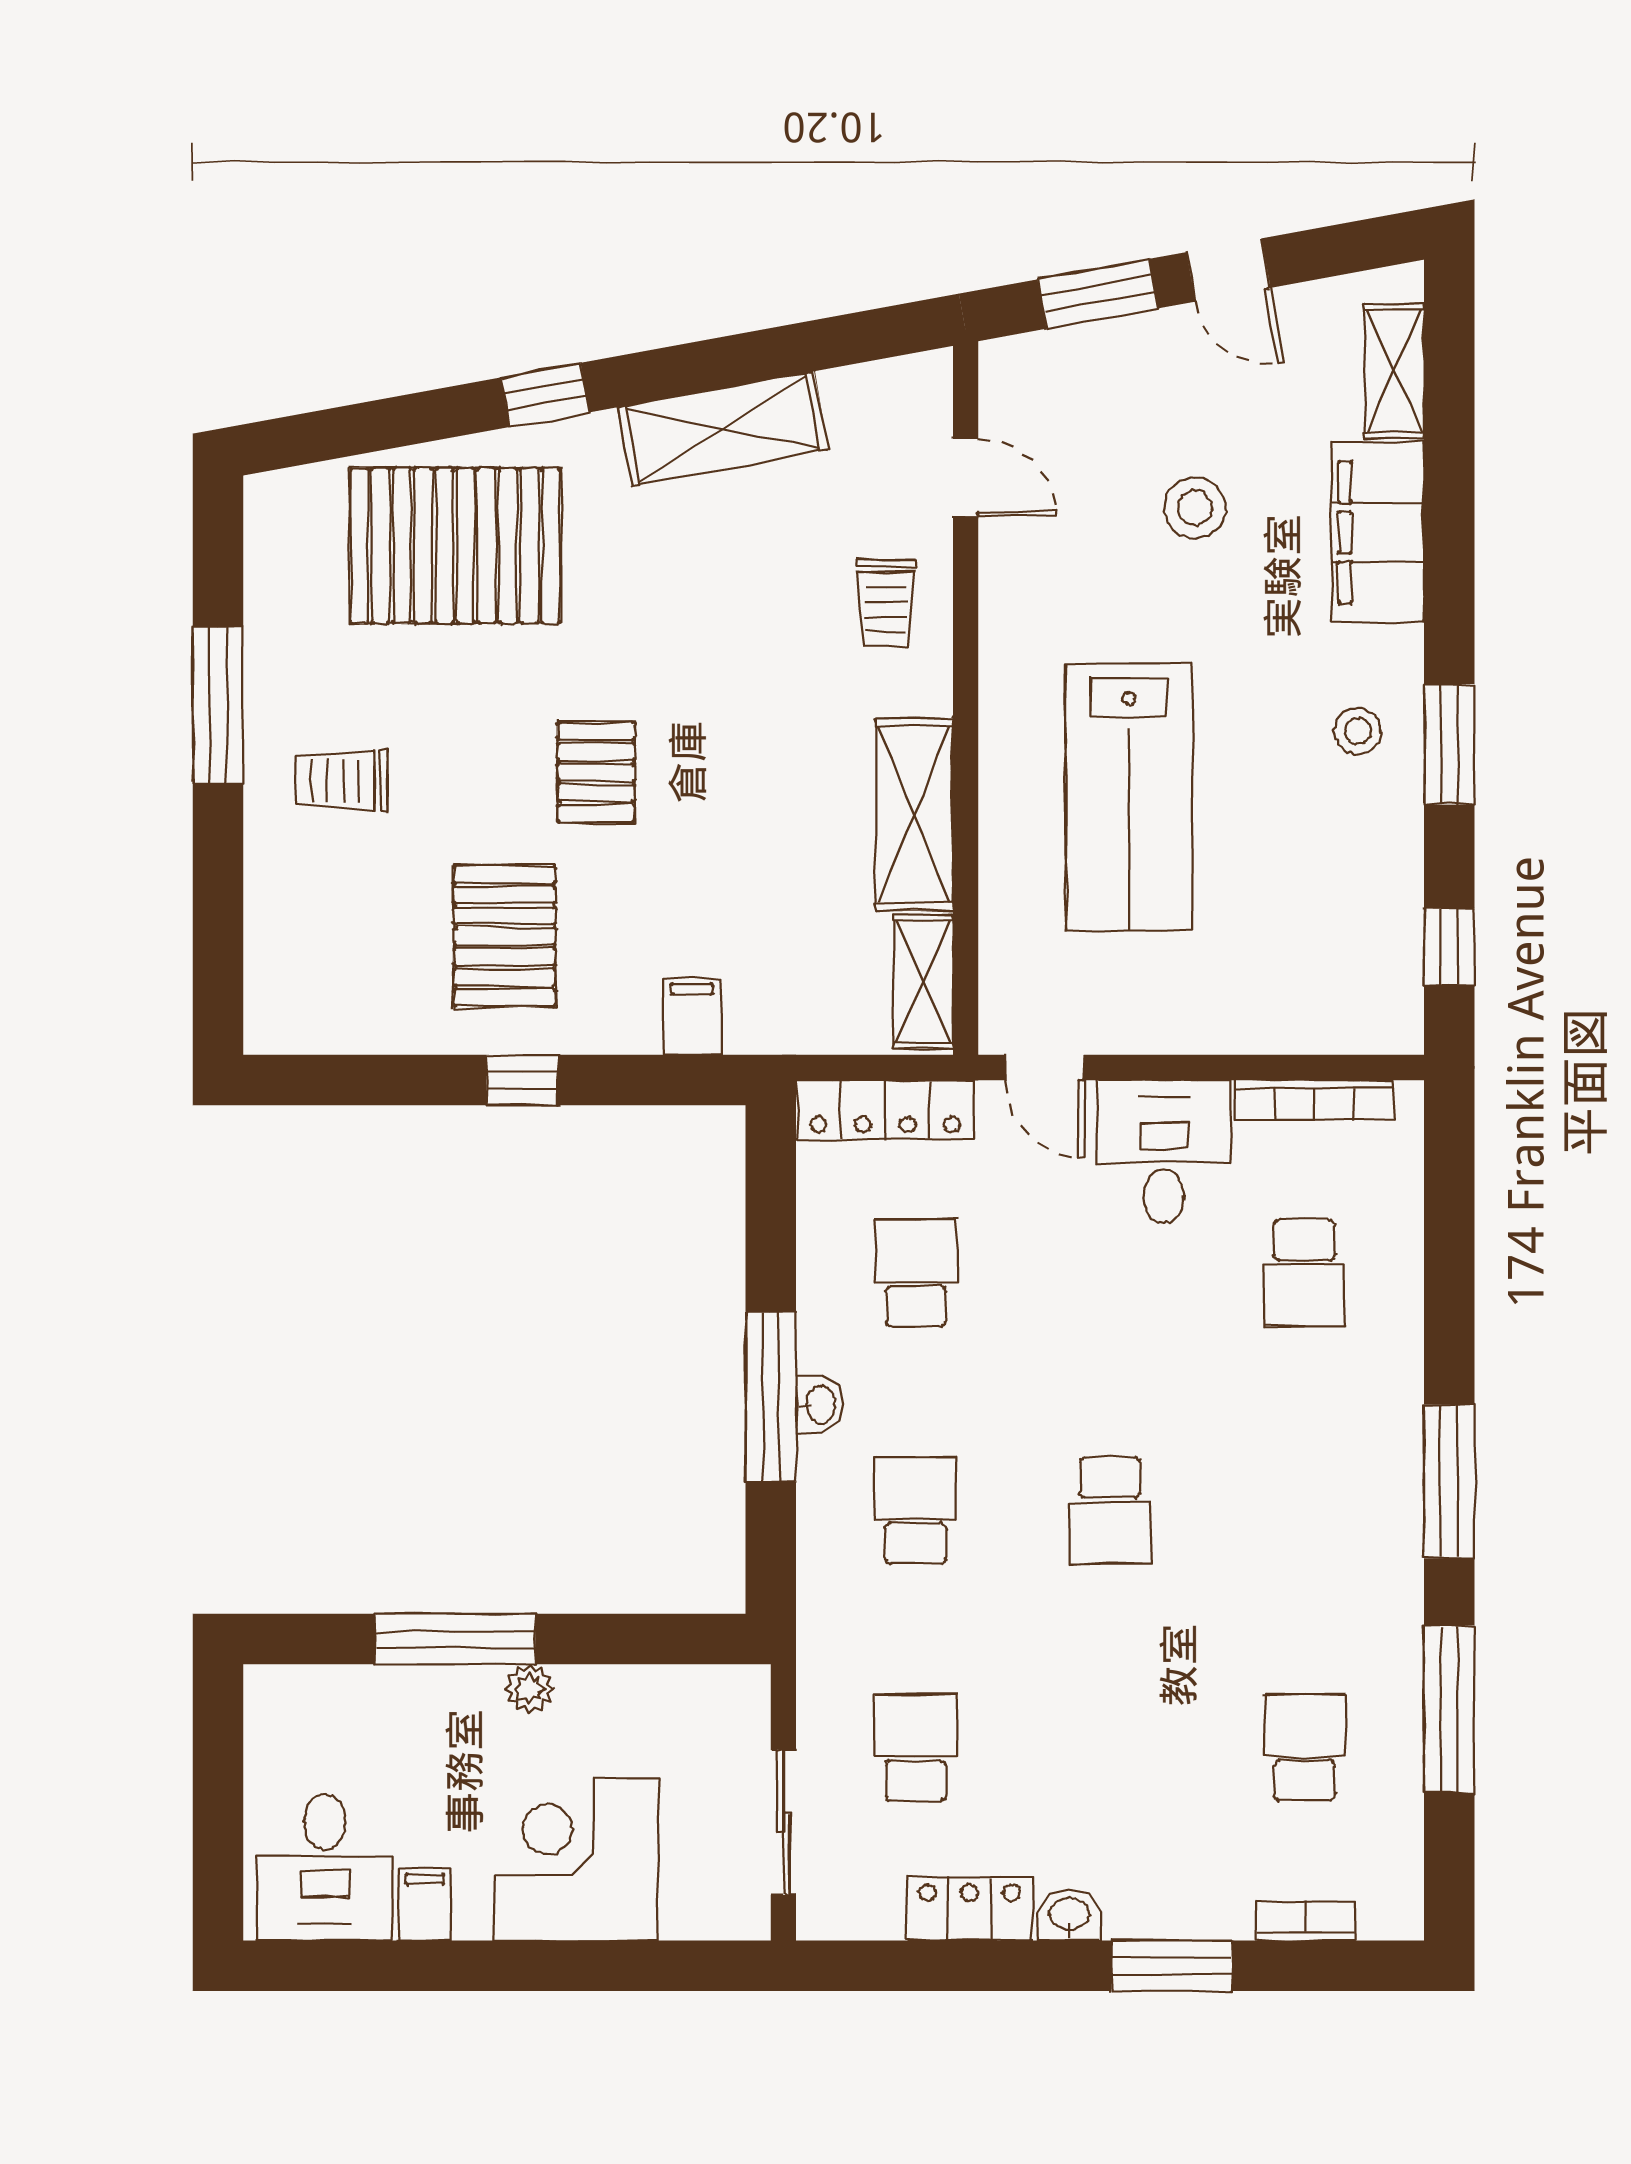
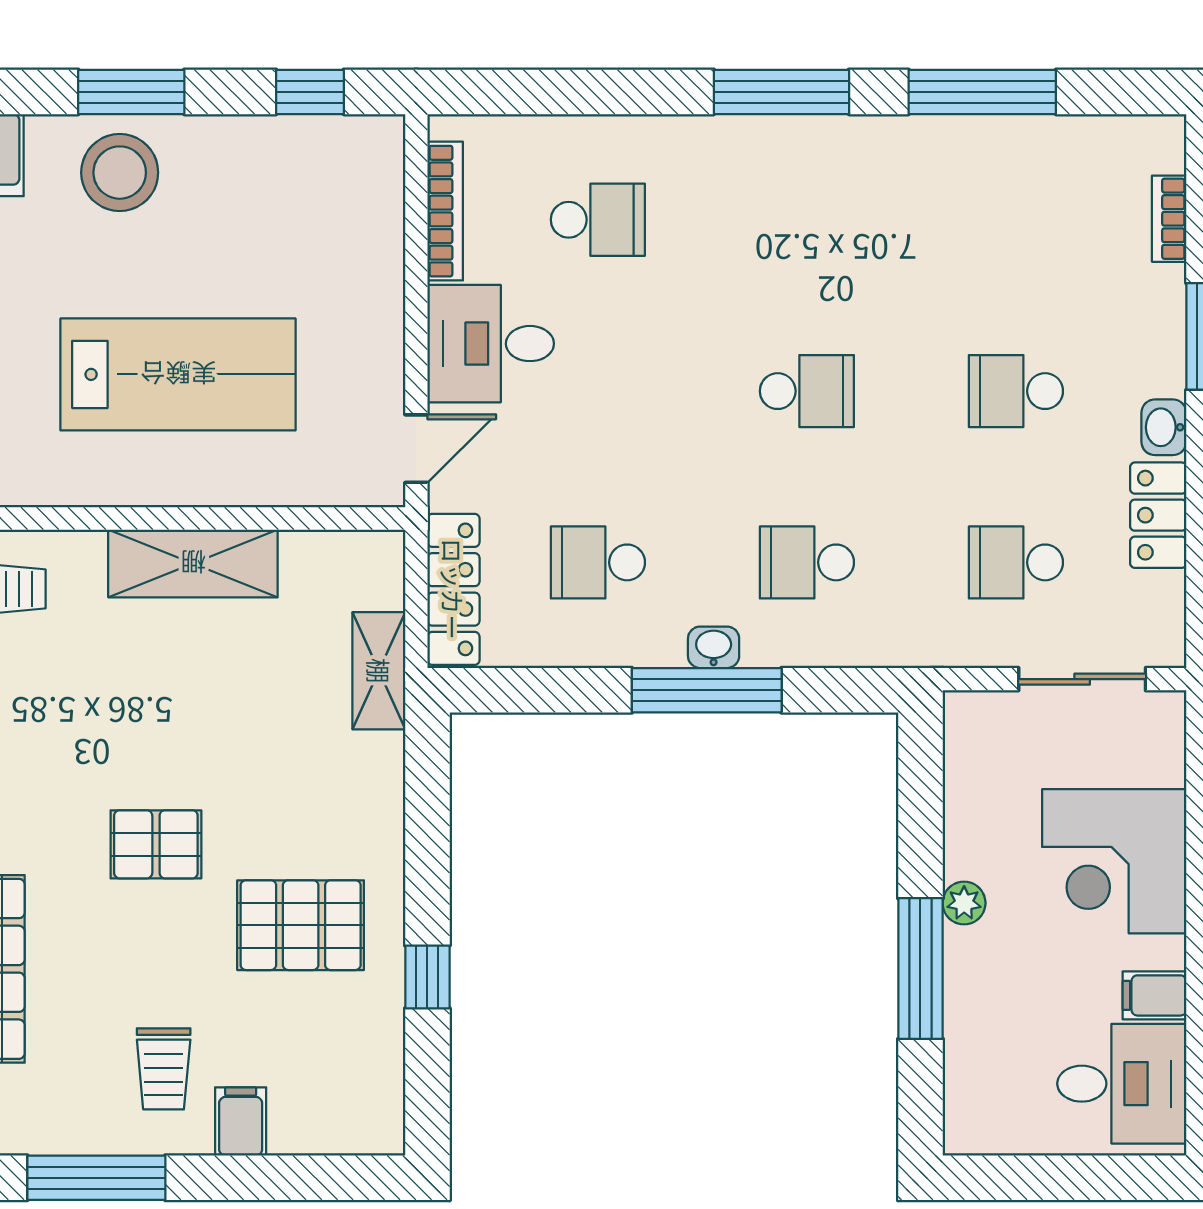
stool: (1358, 731) -> (120, 173), width x1.89, depth x1.89
shelving: (923, 982) -> (379, 671), moved, turned 90
filing cabinet: (692, 1016) -> (241, 1121), moved, turned 90
window: (522, 1080) -> (427, 977), moved
school desk: (1304, 1747) -> (1016, 391), moved

